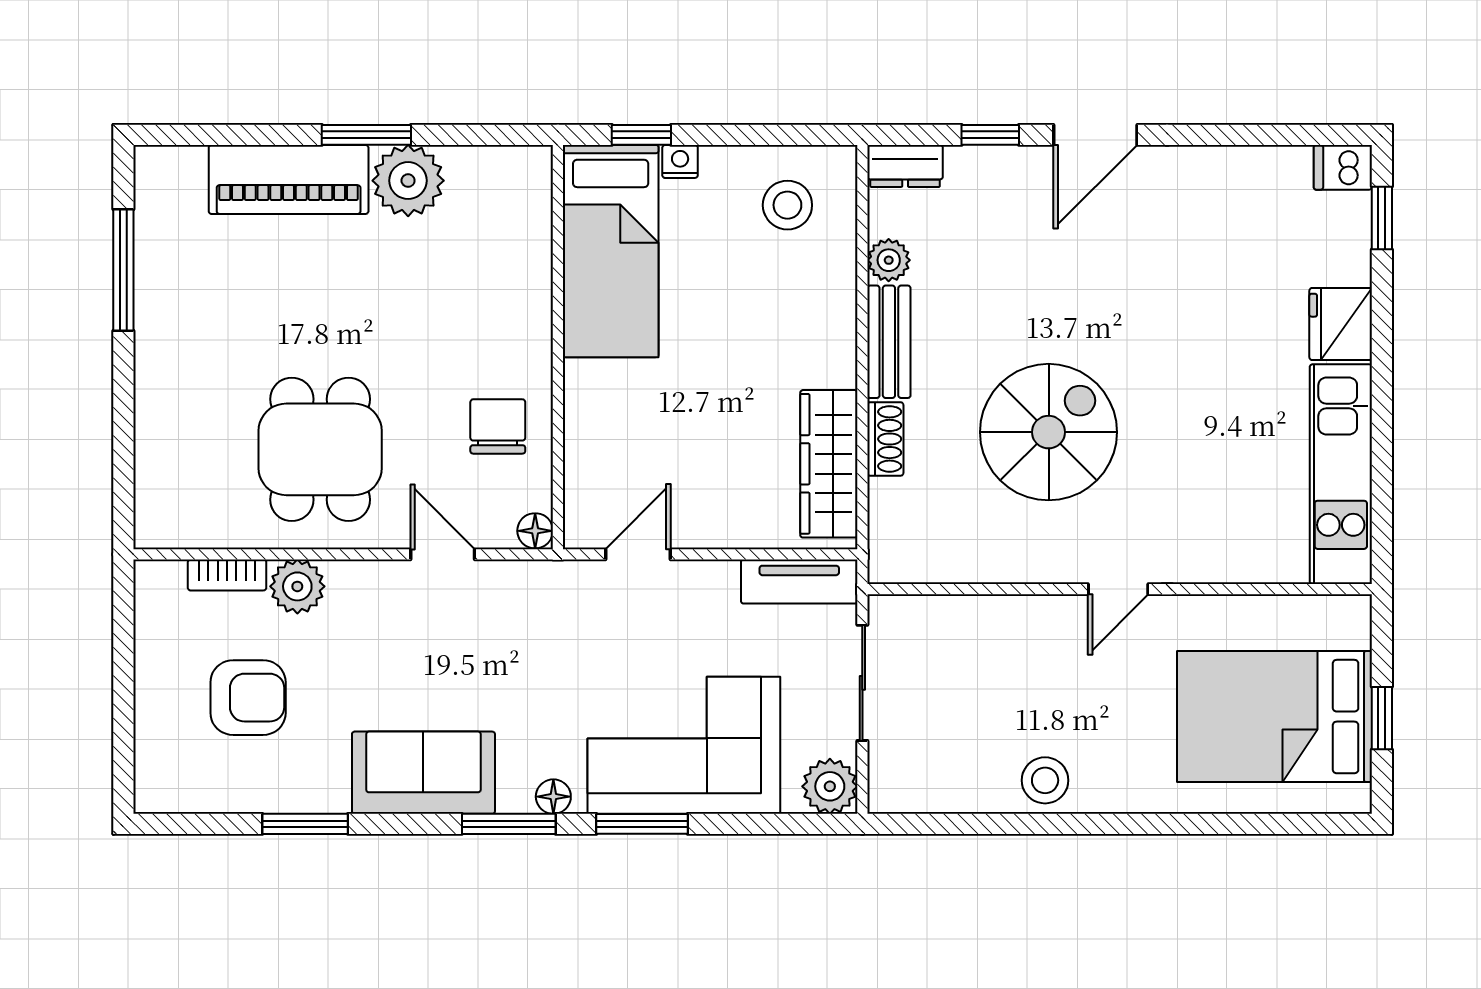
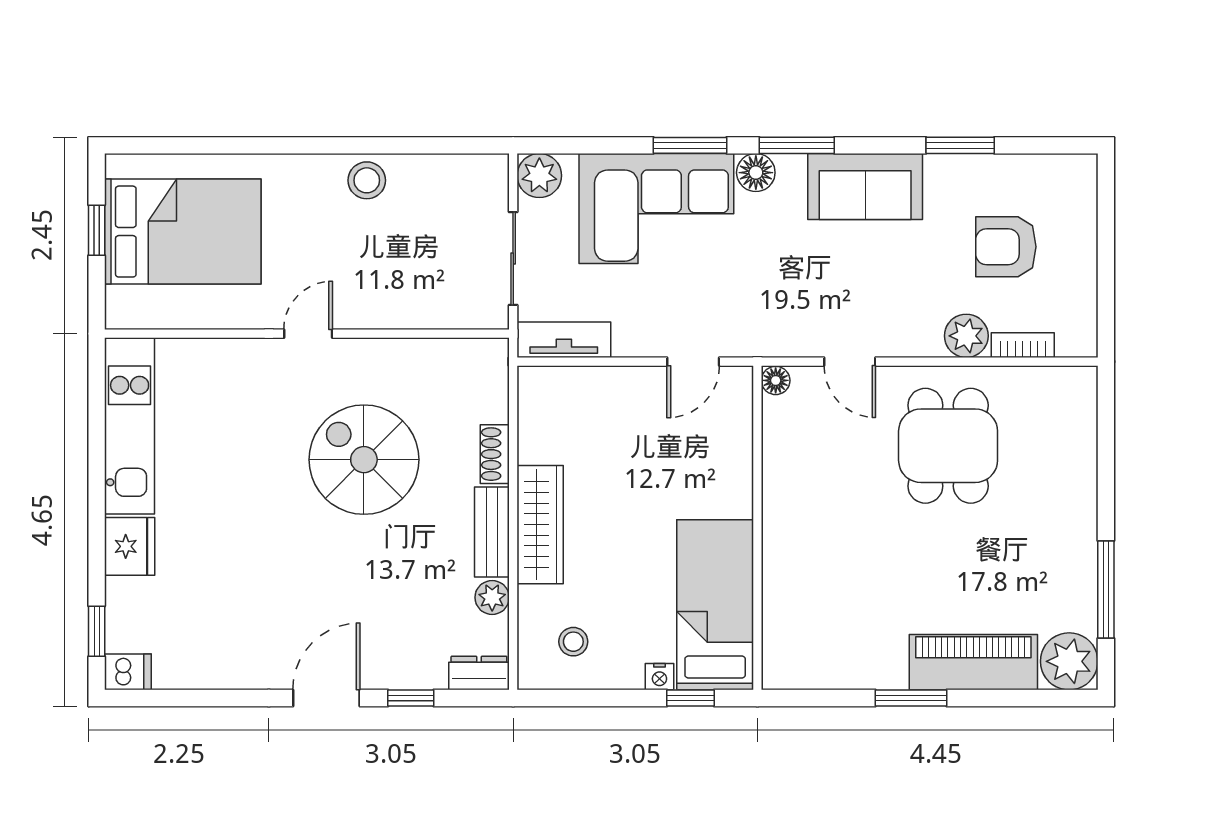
plant: (408, 181) -> (1069, 661), moved
stool: (787, 205) -> (573, 642), width x0.73, depth x0.73
chair: (498, 426) -> (806, 464), removed
spiral stairs: (1049, 432) -> (364, 460), turned 90
wardrobe: (829, 464) -> (540, 525), moved
floor lamp: (553, 797) -> (756, 173), width x1.37, depth x1.37

